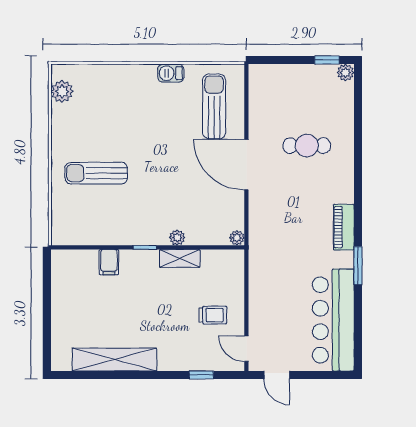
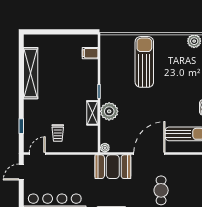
sun lounger: (96, 173) -> (144, 62), width x1.36, depth x1.34
booth: (268, 225) -> (113, 167), added
plant: (177, 238) -> (109, 111), width x1.88, depth x1.88
filing cabinet: (109, 262) -> (90, 53), moved

